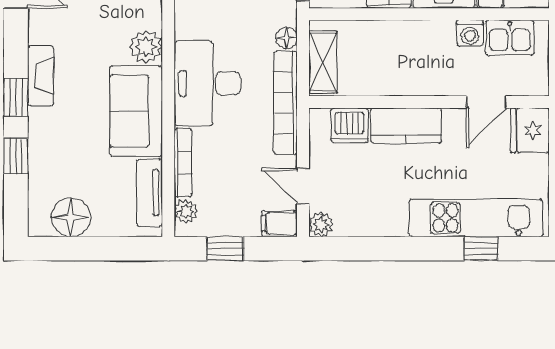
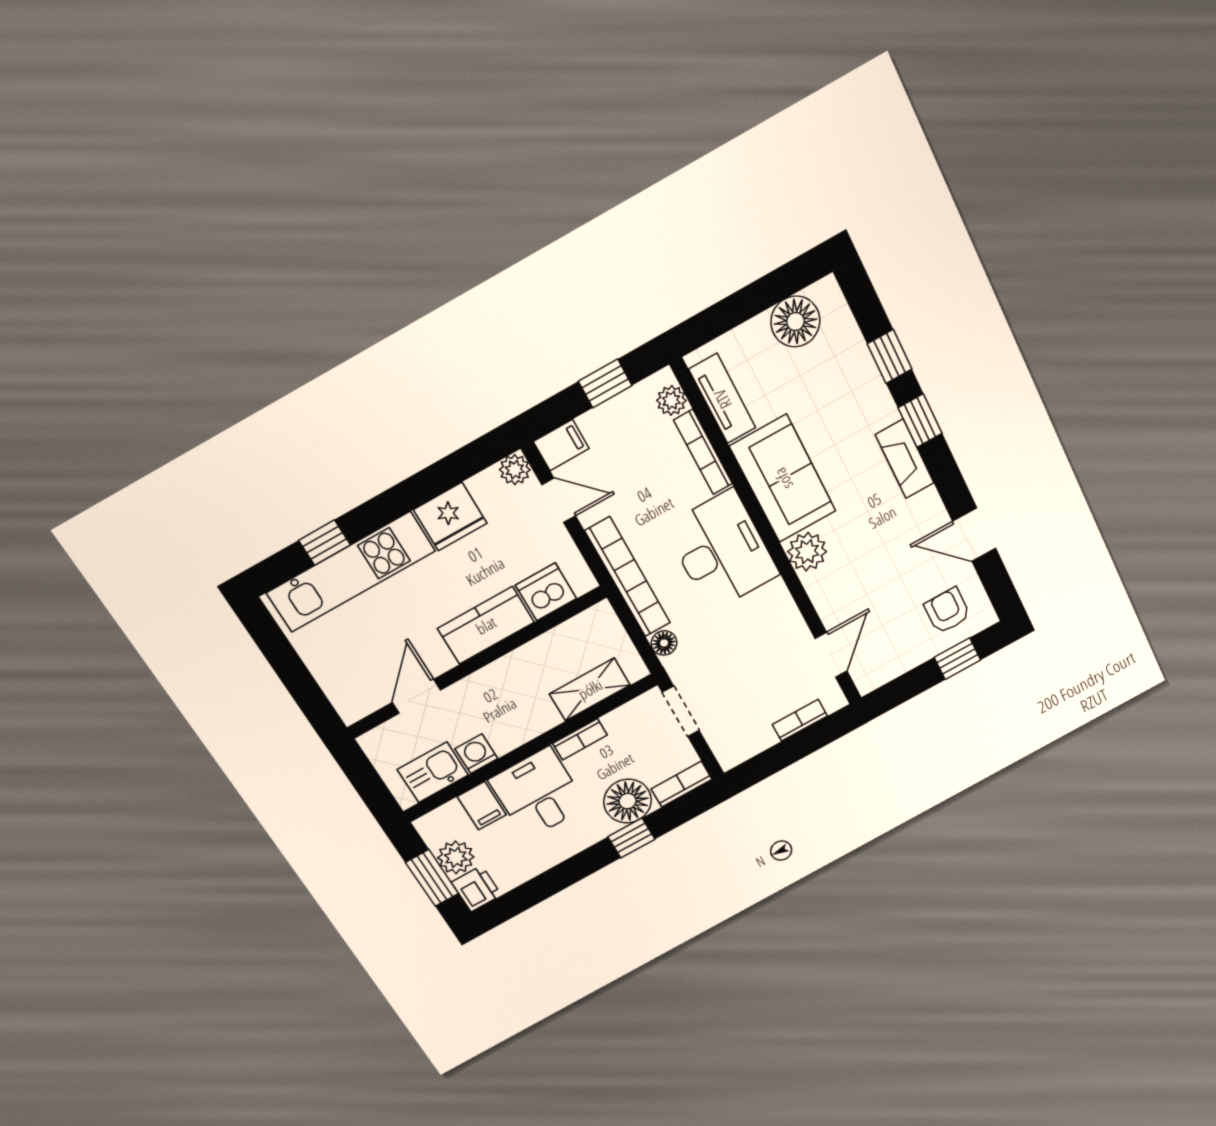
shelving: (323, 62) -> (590, 689), moved, turned 90
fridge: (530, 130) -> (450, 517), moved, turned 90

